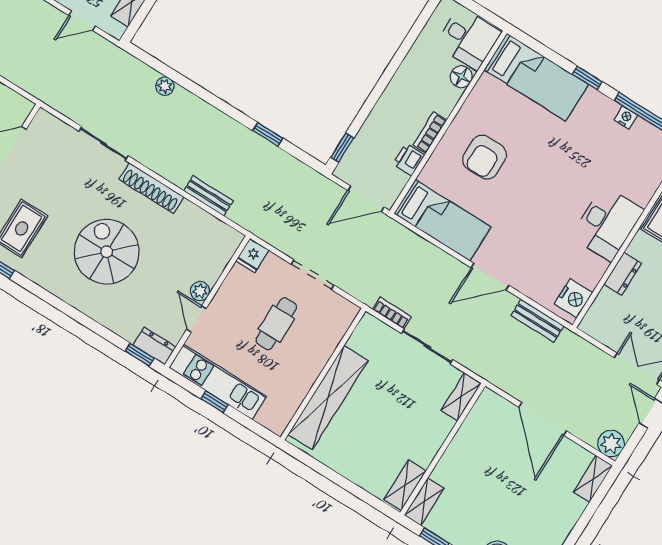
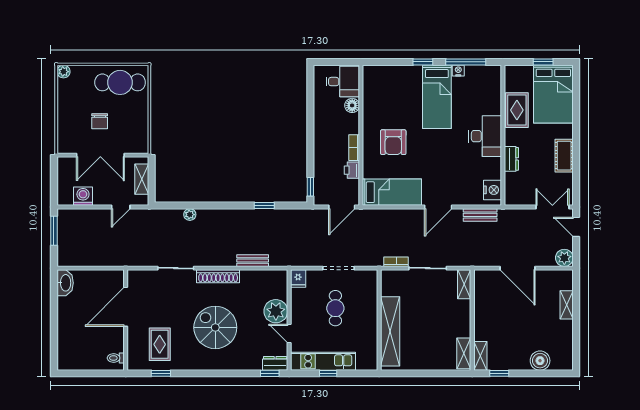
bed: (536, 77) -> (437, 97), moved, turned 90
plant: (200, 291) -> (276, 311), width x1.87, depth x1.87
shelving: (593, 479) -> (567, 305), moved

